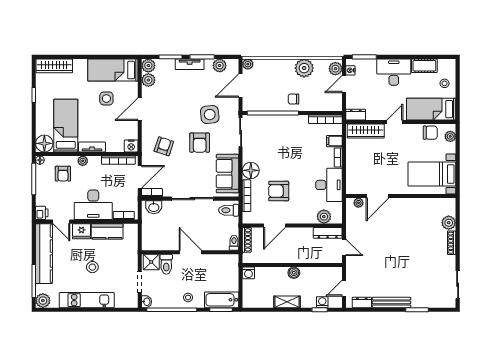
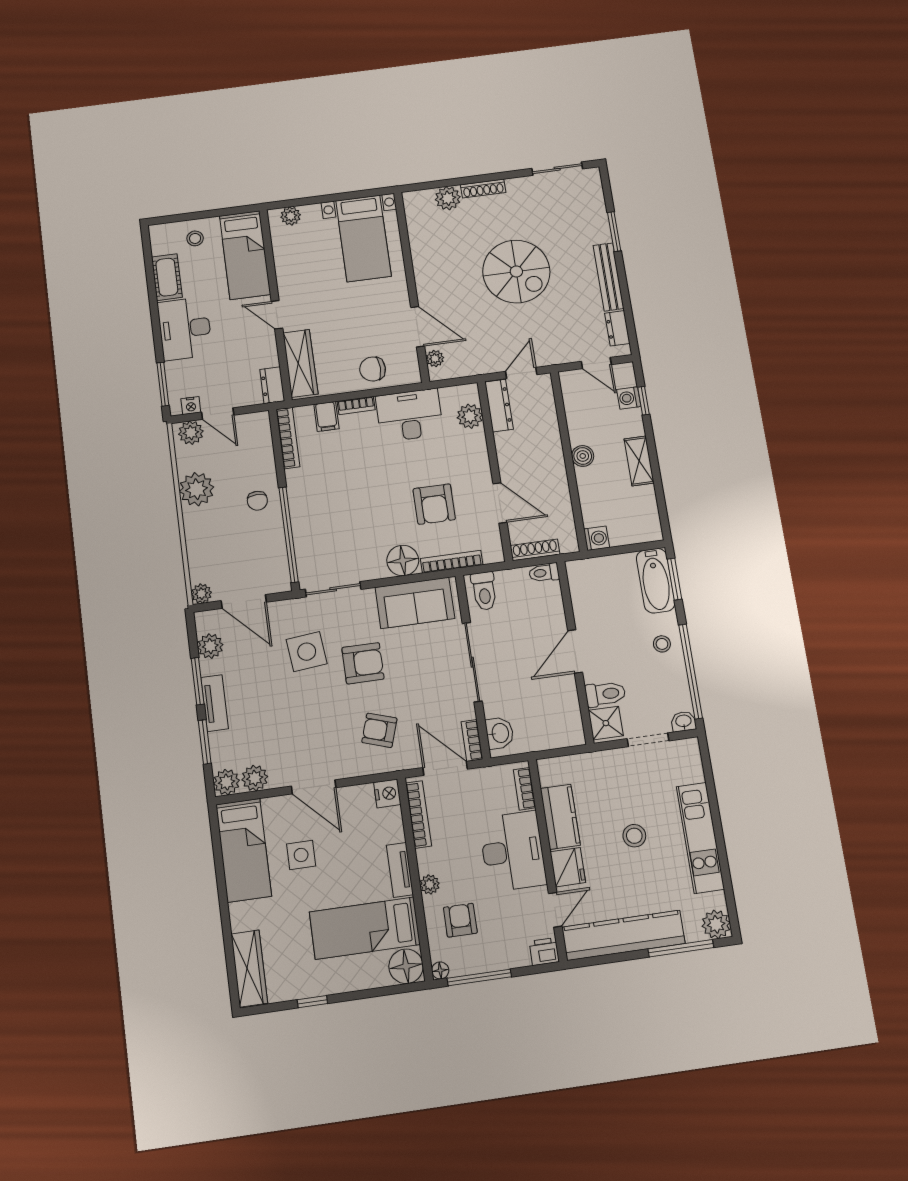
chair: (430, 133) -> (373, 369), moved, turned -90
armchair: (63, 174) -> (460, 920), turned -90
spiral stairs: (401, 253) -> (516, 271), added

